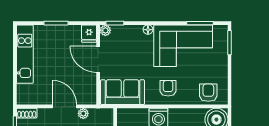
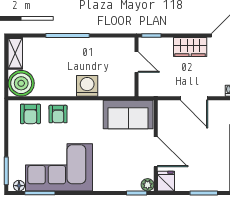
floor lamp: (148, 30) -> (19, 186), moved
armchair: (168, 88) -> (58, 114), moved
plant: (83, 113) -> (173, 90), removed

